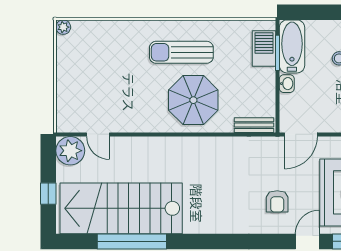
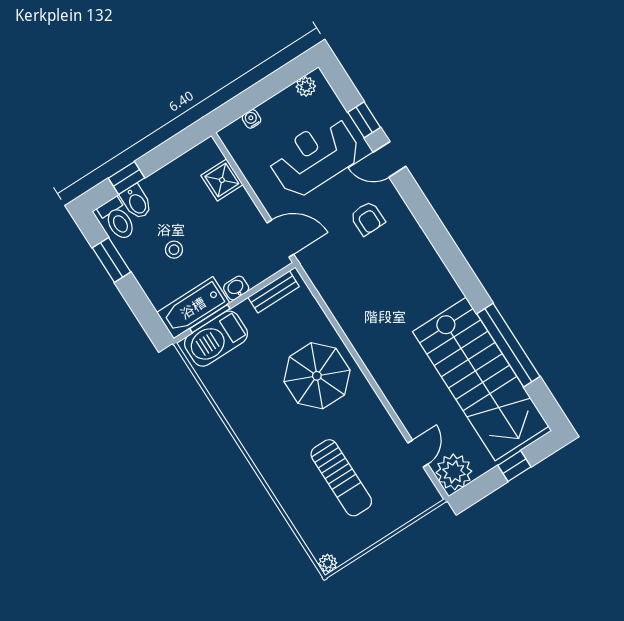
barbecue: (264, 48) -> (216, 339), width x1.37, depth x1.21
sun lounger: (181, 52) -> (341, 478), moved
bench: (254, 125) -> (274, 292), moved, turned 90
armchair: (277, 201) -> (367, 218), turned 89

